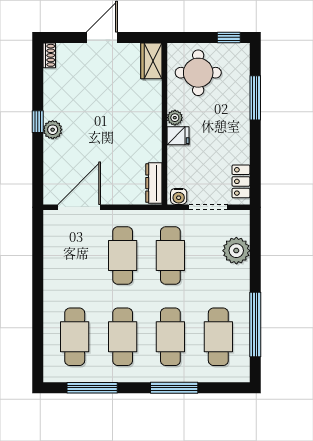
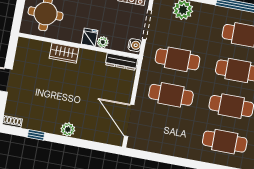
wardrobe: (151, 61) -> (64, 53), moved
plant: (175, 118) -> (103, 42), moved
window: (38, 122) -> (36, 135), moved

